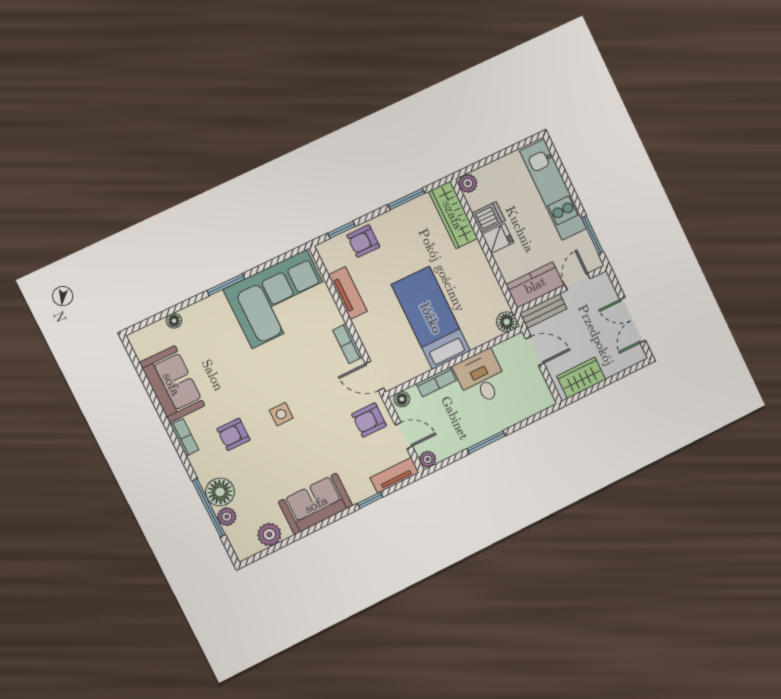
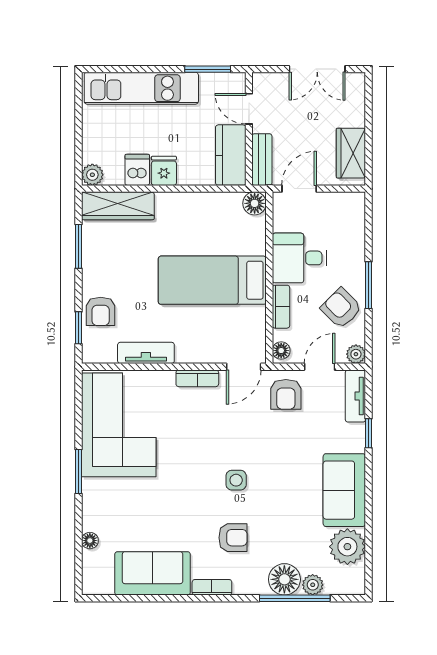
armchair: (458, 430) -> (341, 308), added
armchair: (233, 434) -> (233, 538), turned -90
plant: (269, 534) -> (347, 547), width x1.36, depth x1.36

